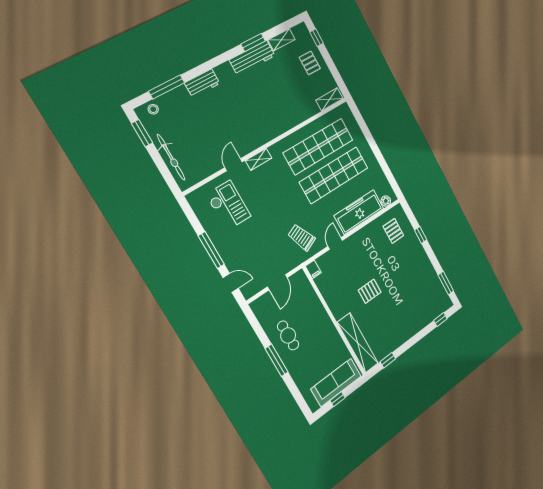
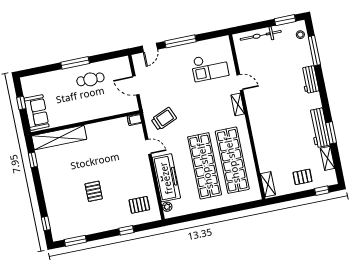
pallet: (370, 291) -> (94, 191), moved
sofa: (336, 382) -> (36, 112), width x0.73

